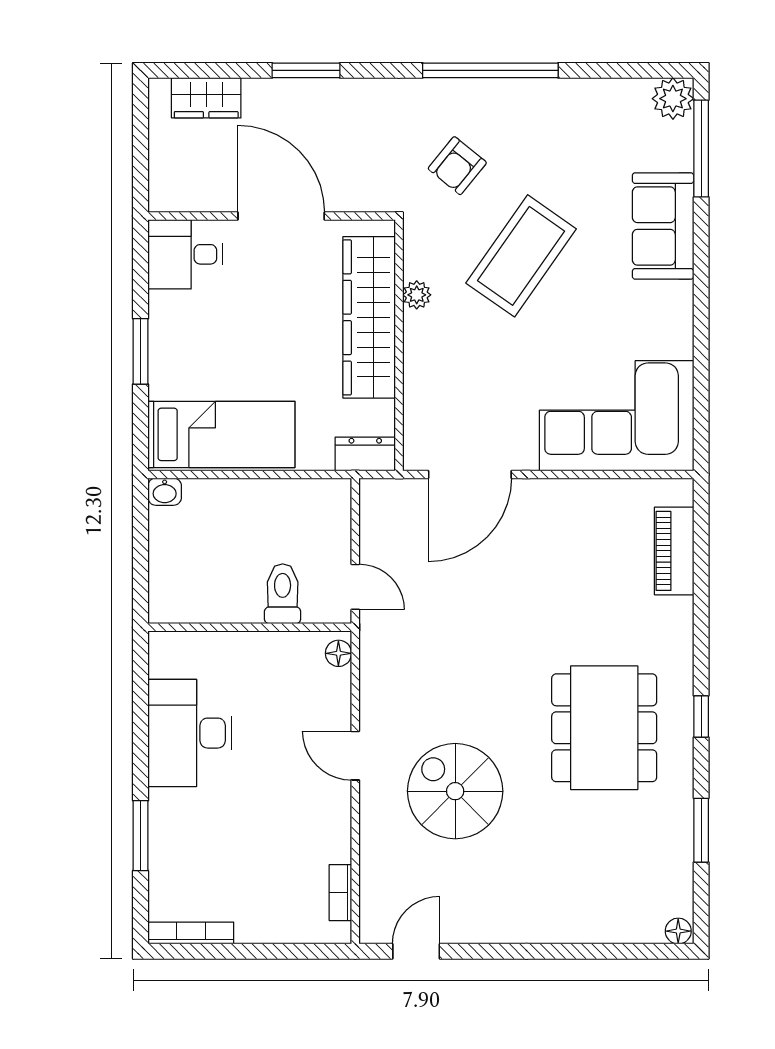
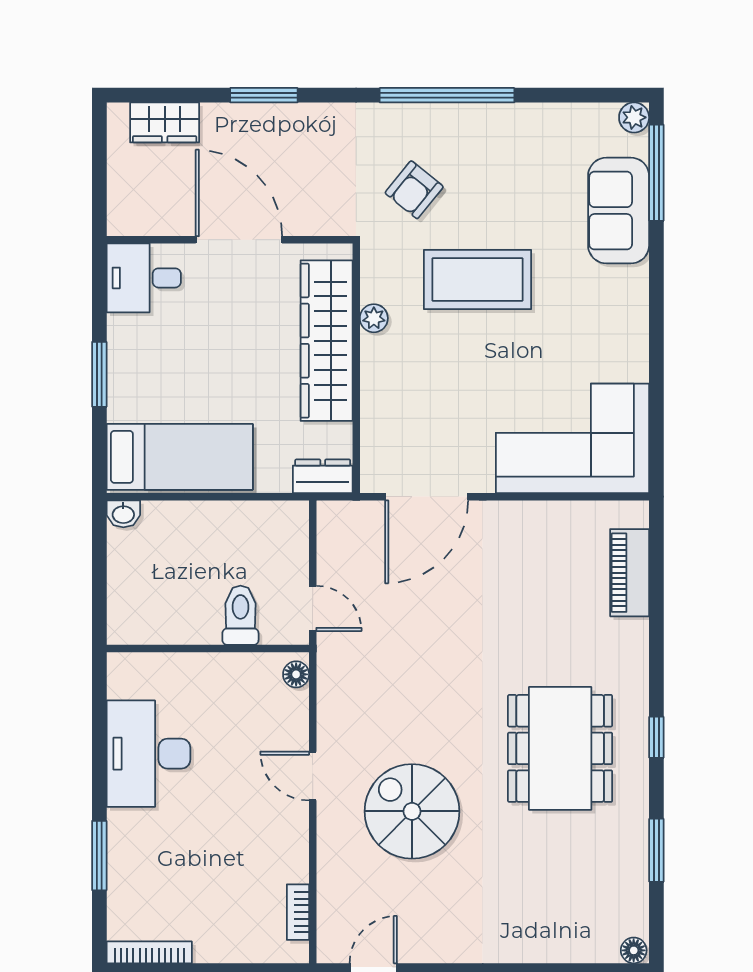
plant: (673, 99) -> (634, 117), width x0.73, depth x0.73
sofa: (663, 226) -> (619, 211), moved
coffee table: (521, 256) -> (478, 280), turned 55

